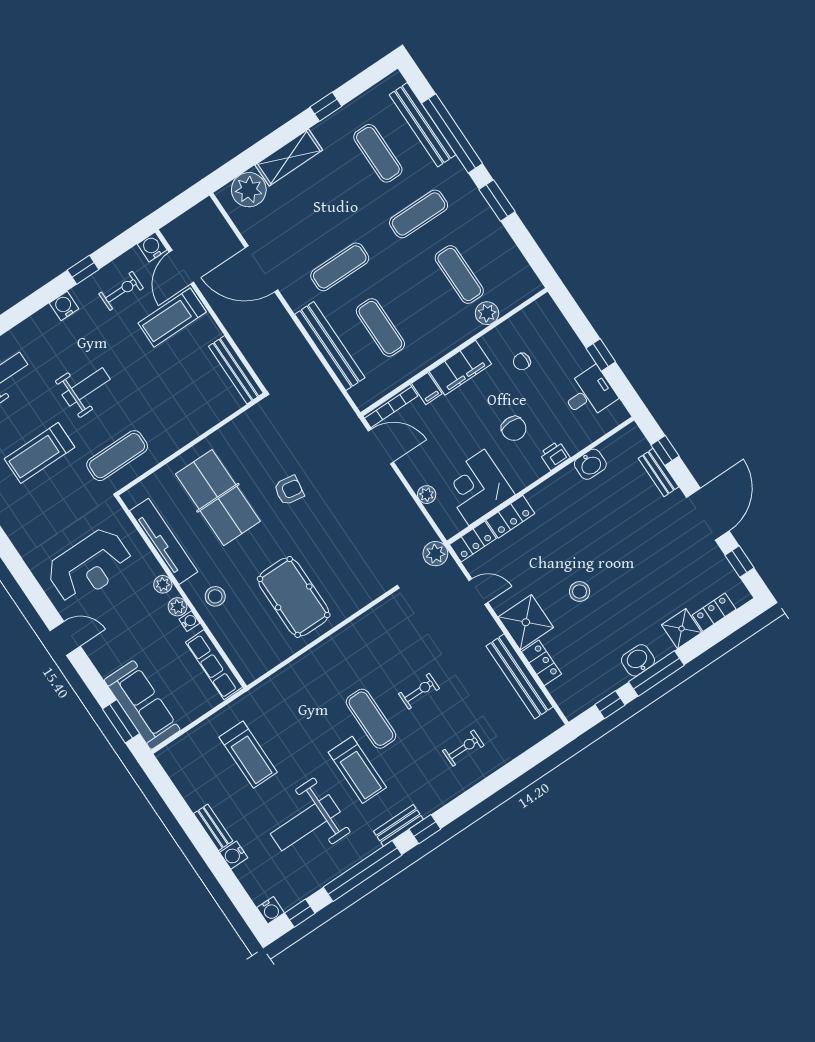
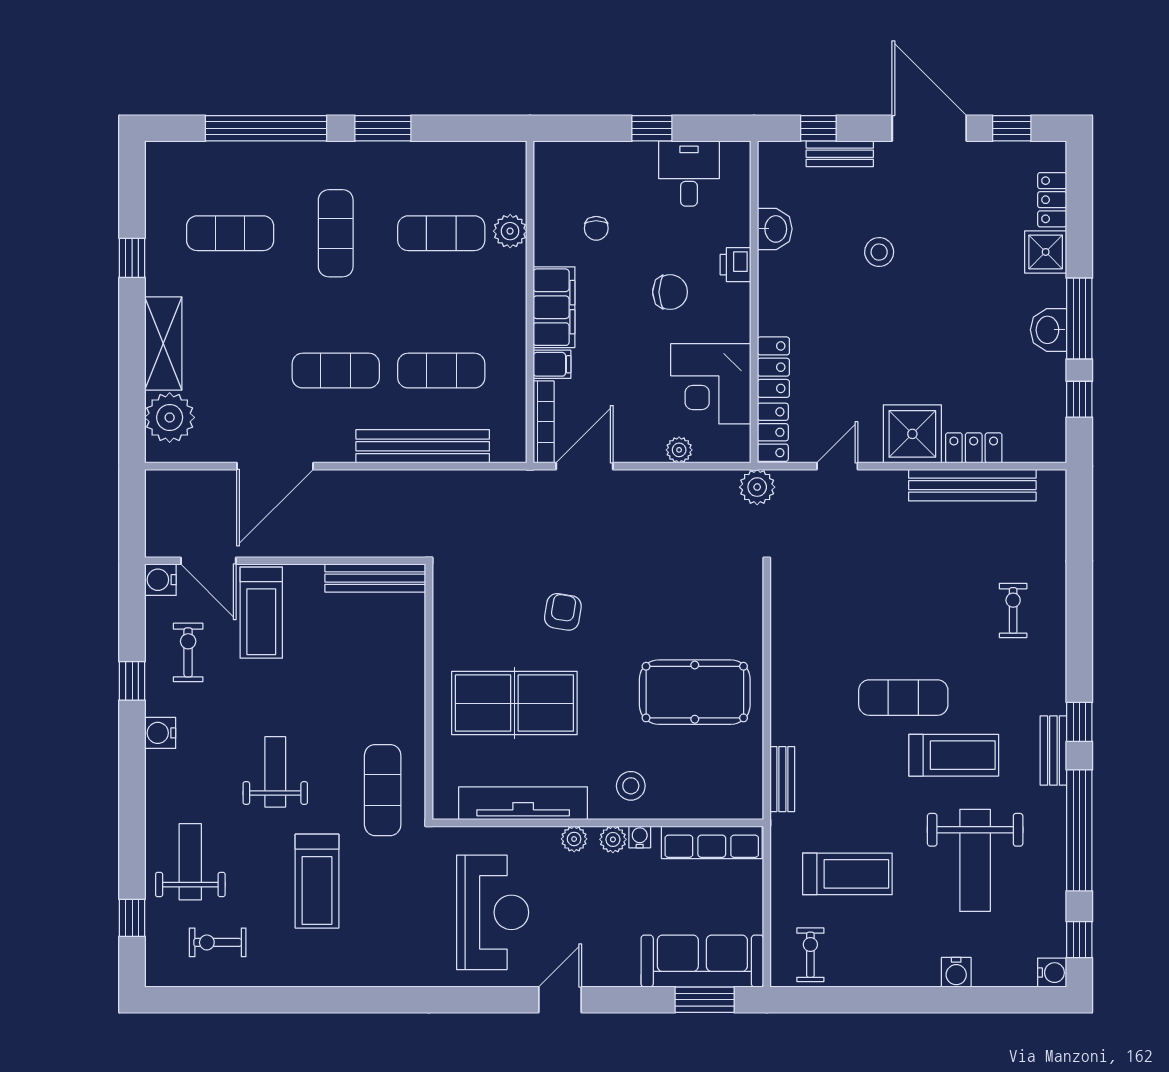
bench: (422, 125) -> (232, 157), removed
exercise mat: (340, 267) -> (336, 371), turned 90
stool: (580, 591) -> (879, 252), moved
exercise bike: (419, 691) -> (810, 955), moved
bench: (213, 827) -> (782, 779), moved, turned 90

